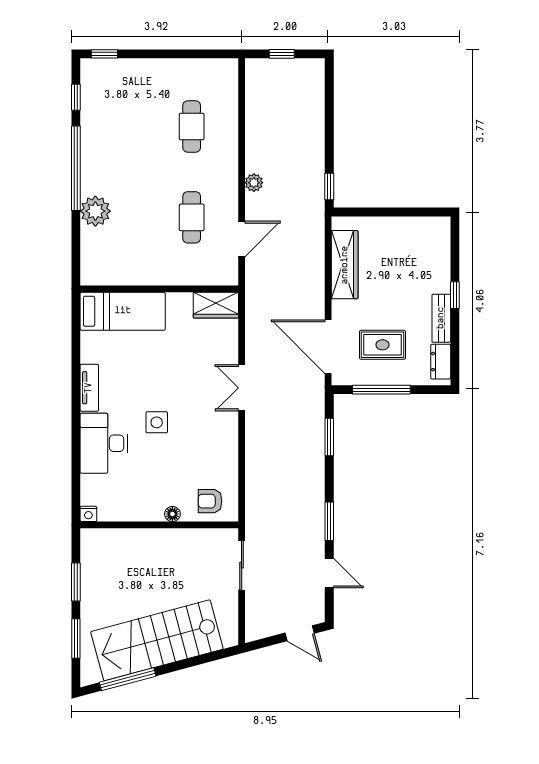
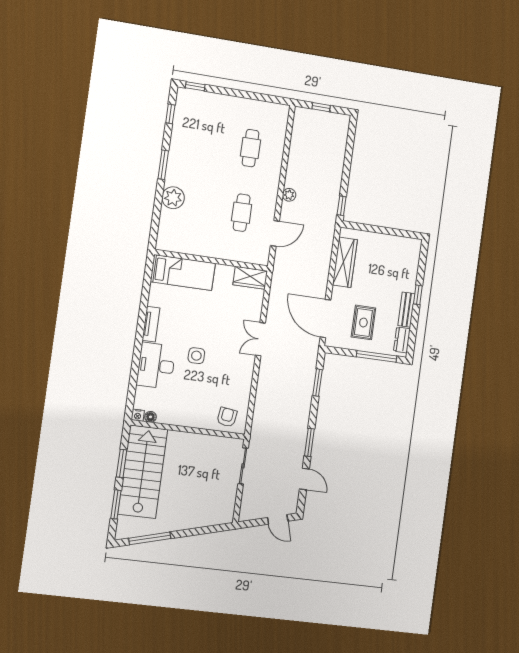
window: (76, 168) -> (163, 165), width x0.47
rug: (383, 345) -> (363, 323), turned 90
window: (381, 390) -> (376, 356), moved
armchair: (210, 501) -> (227, 417), turned 98
floor lamp: (172, 514) -> (151, 417), moved
stairs: (157, 640) -> (143, 472), moved, turned 105

